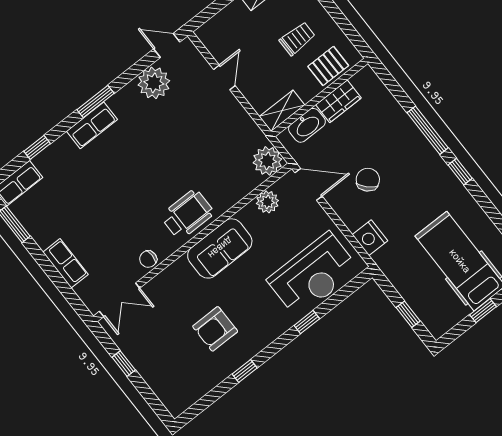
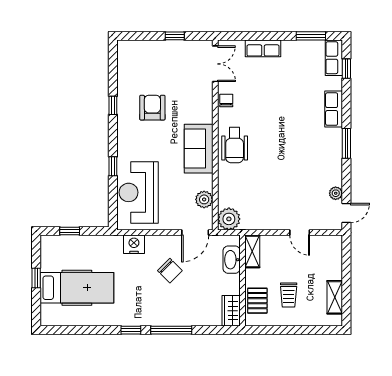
plant: (154, 83) -> (336, 193), width x0.53, depth x0.53
wardrobe: (339, 101) -> (231, 311), moved
row of seats: (92, 125) -> (334, 109), moved
window: (37, 147) -> (346, 69), moved
double door: (120, 300) -> (215, 64), swing flipped

